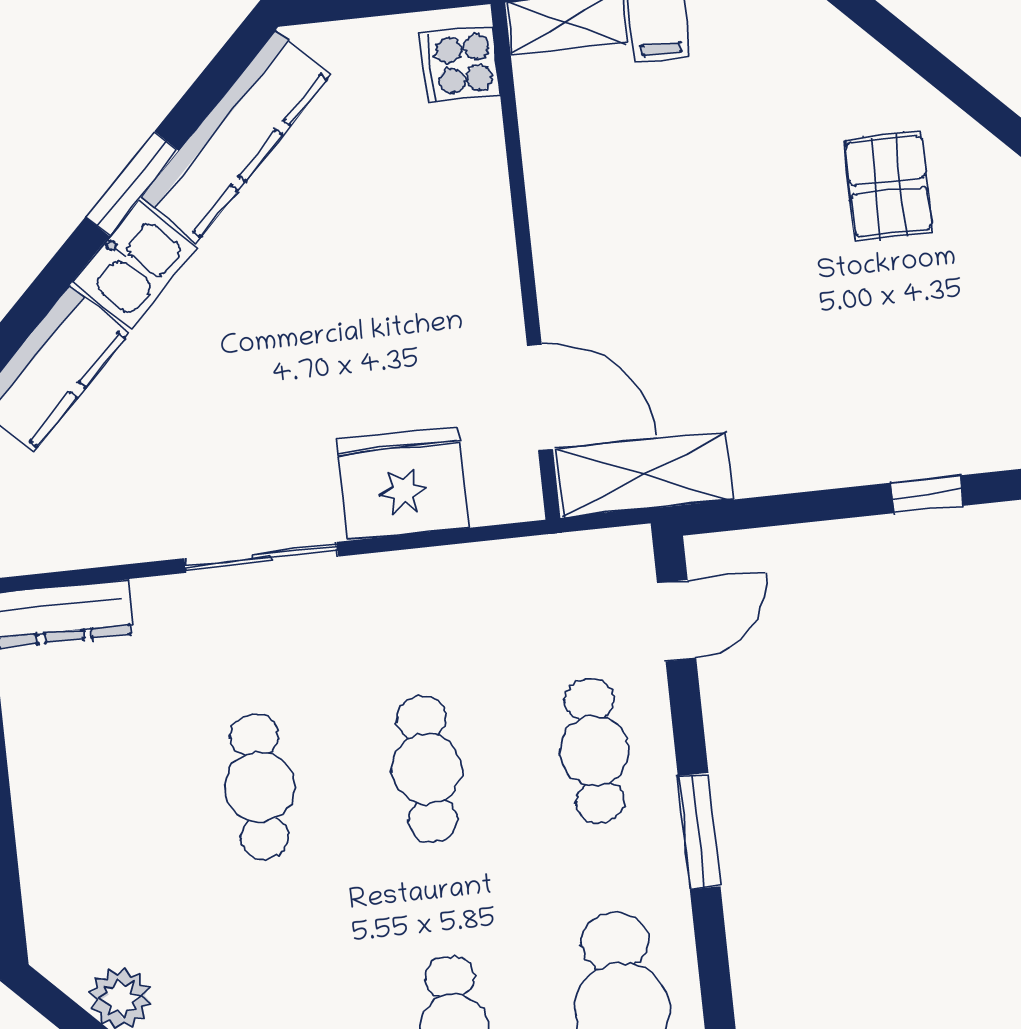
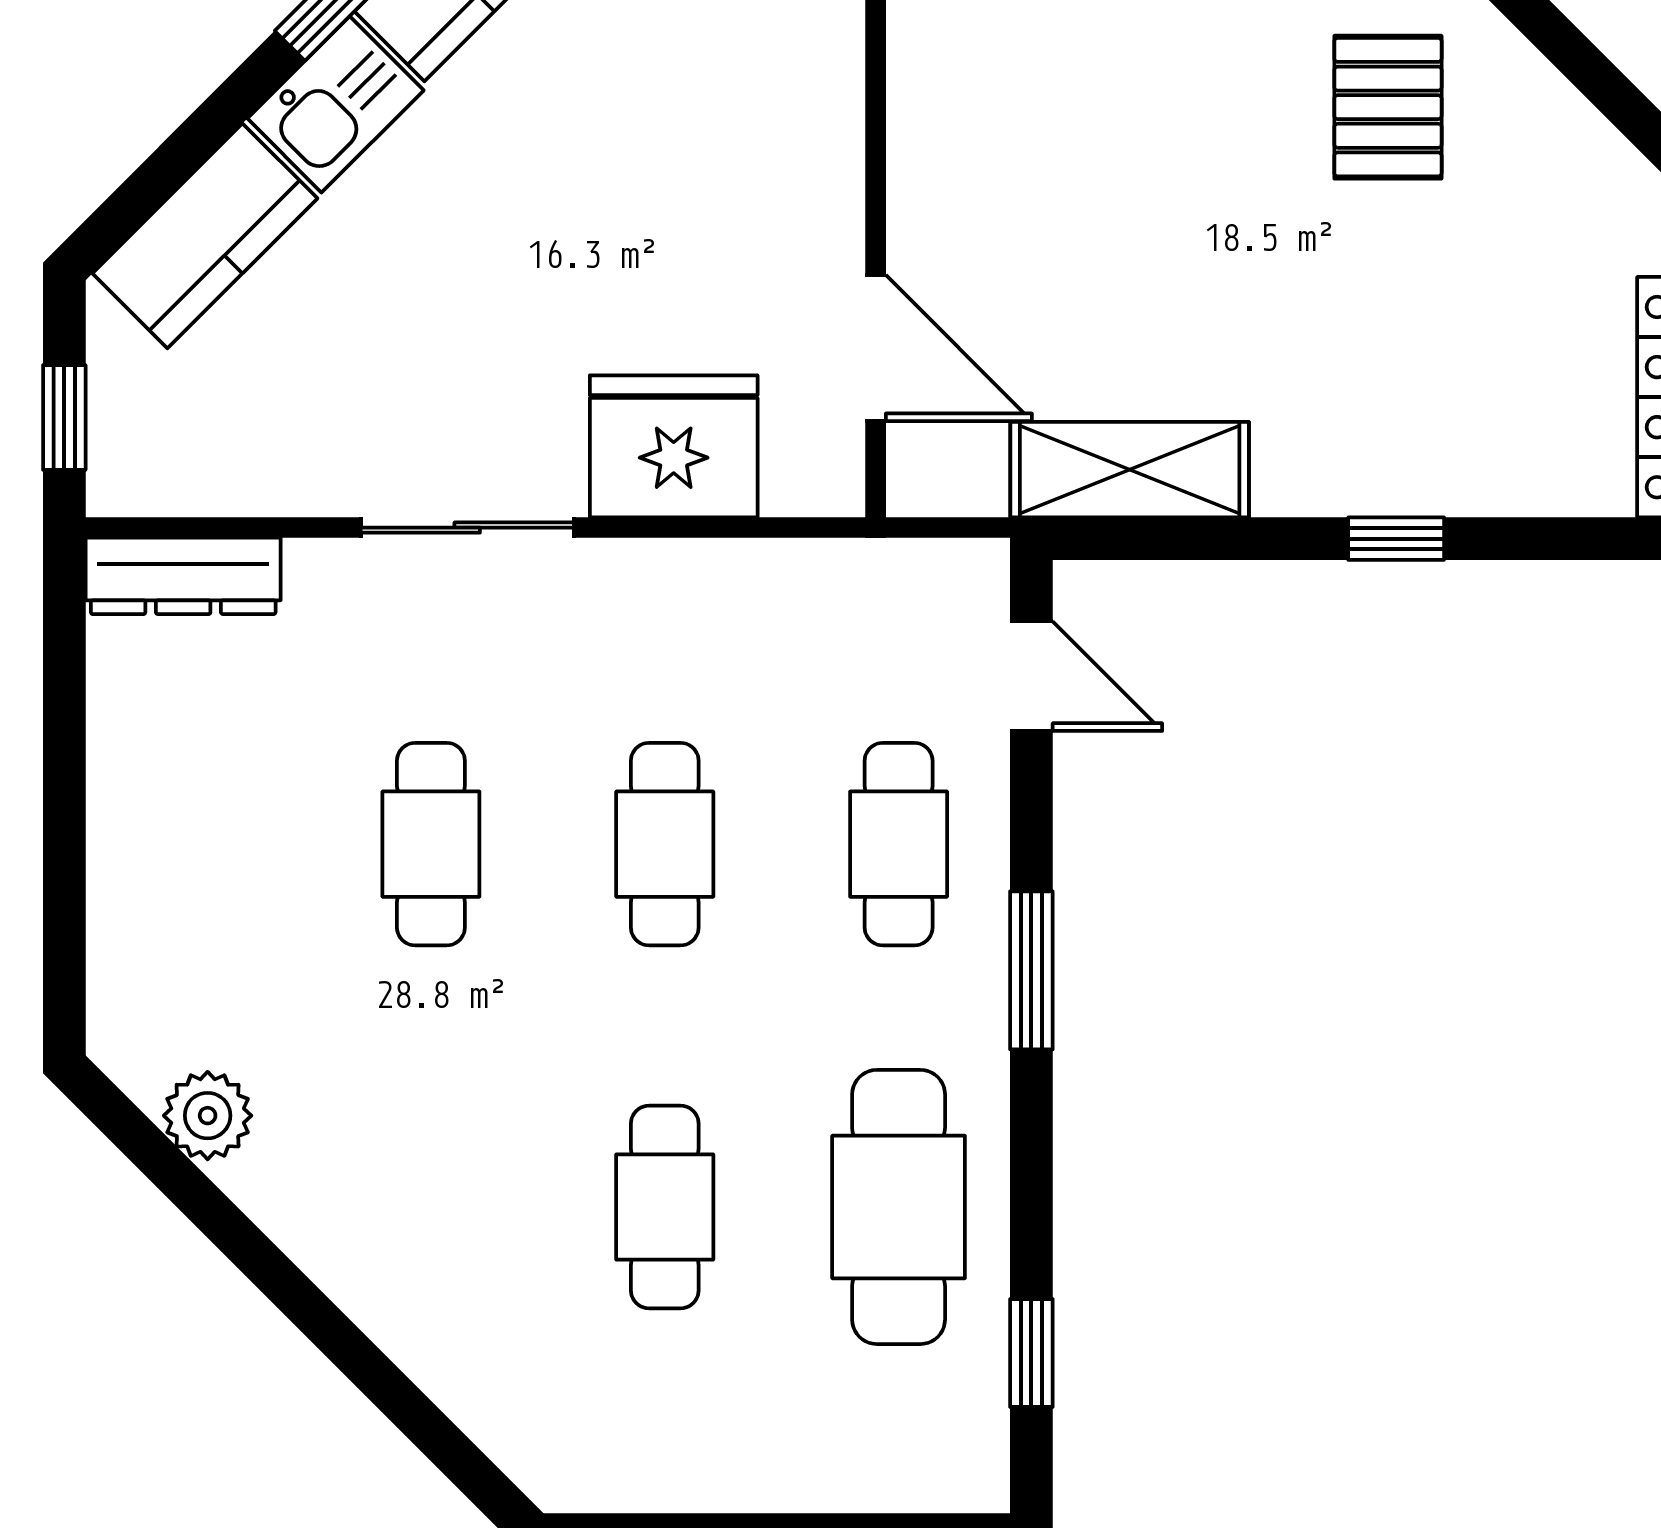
shelving: (645, 474) -> (1130, 470), moved
door: (677, 621) -> (1031, 676), hinge flipped

